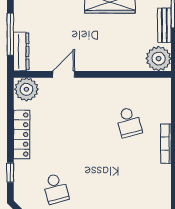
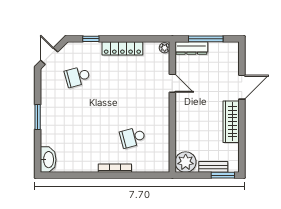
plant: (26, 89) -> (165, 48), width x0.53, depth x0.53

